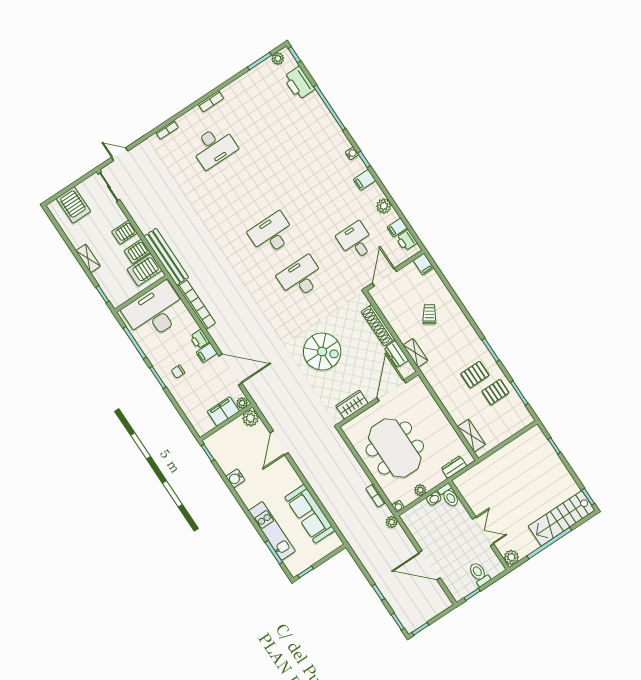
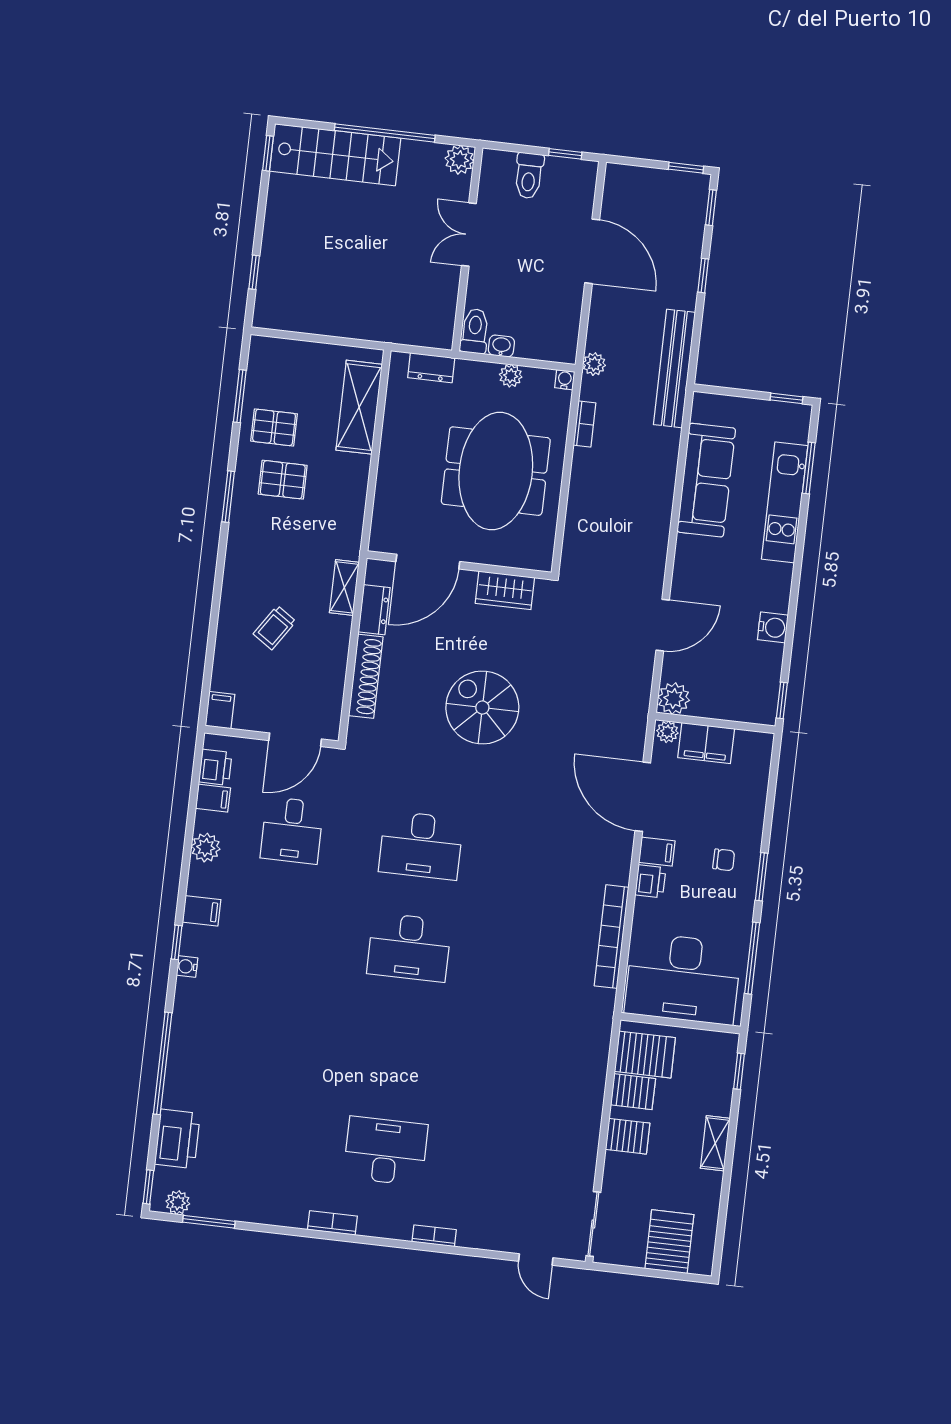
bench: (166, 257) -> (674, 368), moved
shelving: (471, 436) -> (359, 407), width x1.50, depth x1.33

